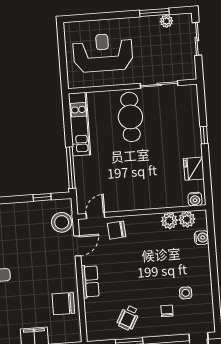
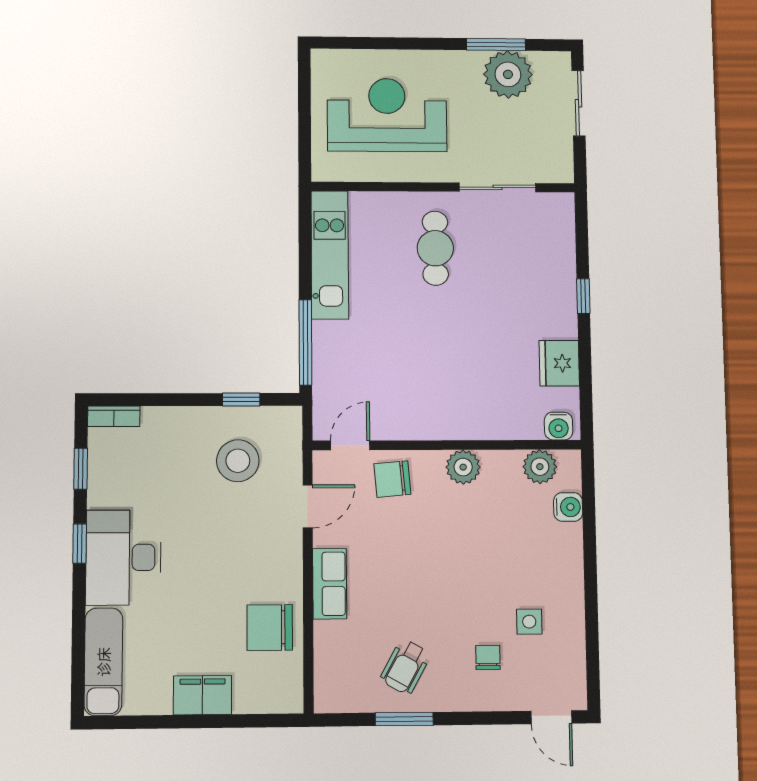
plant: (166, 21) -> (508, 74), width x1.87, depth x1.87
cafe table: (130, 117) -> (435, 248), width x0.73, depth x0.74
plant: (169, 221) -> (463, 467), moved
stool: (62, 222) -> (238, 461), moved

